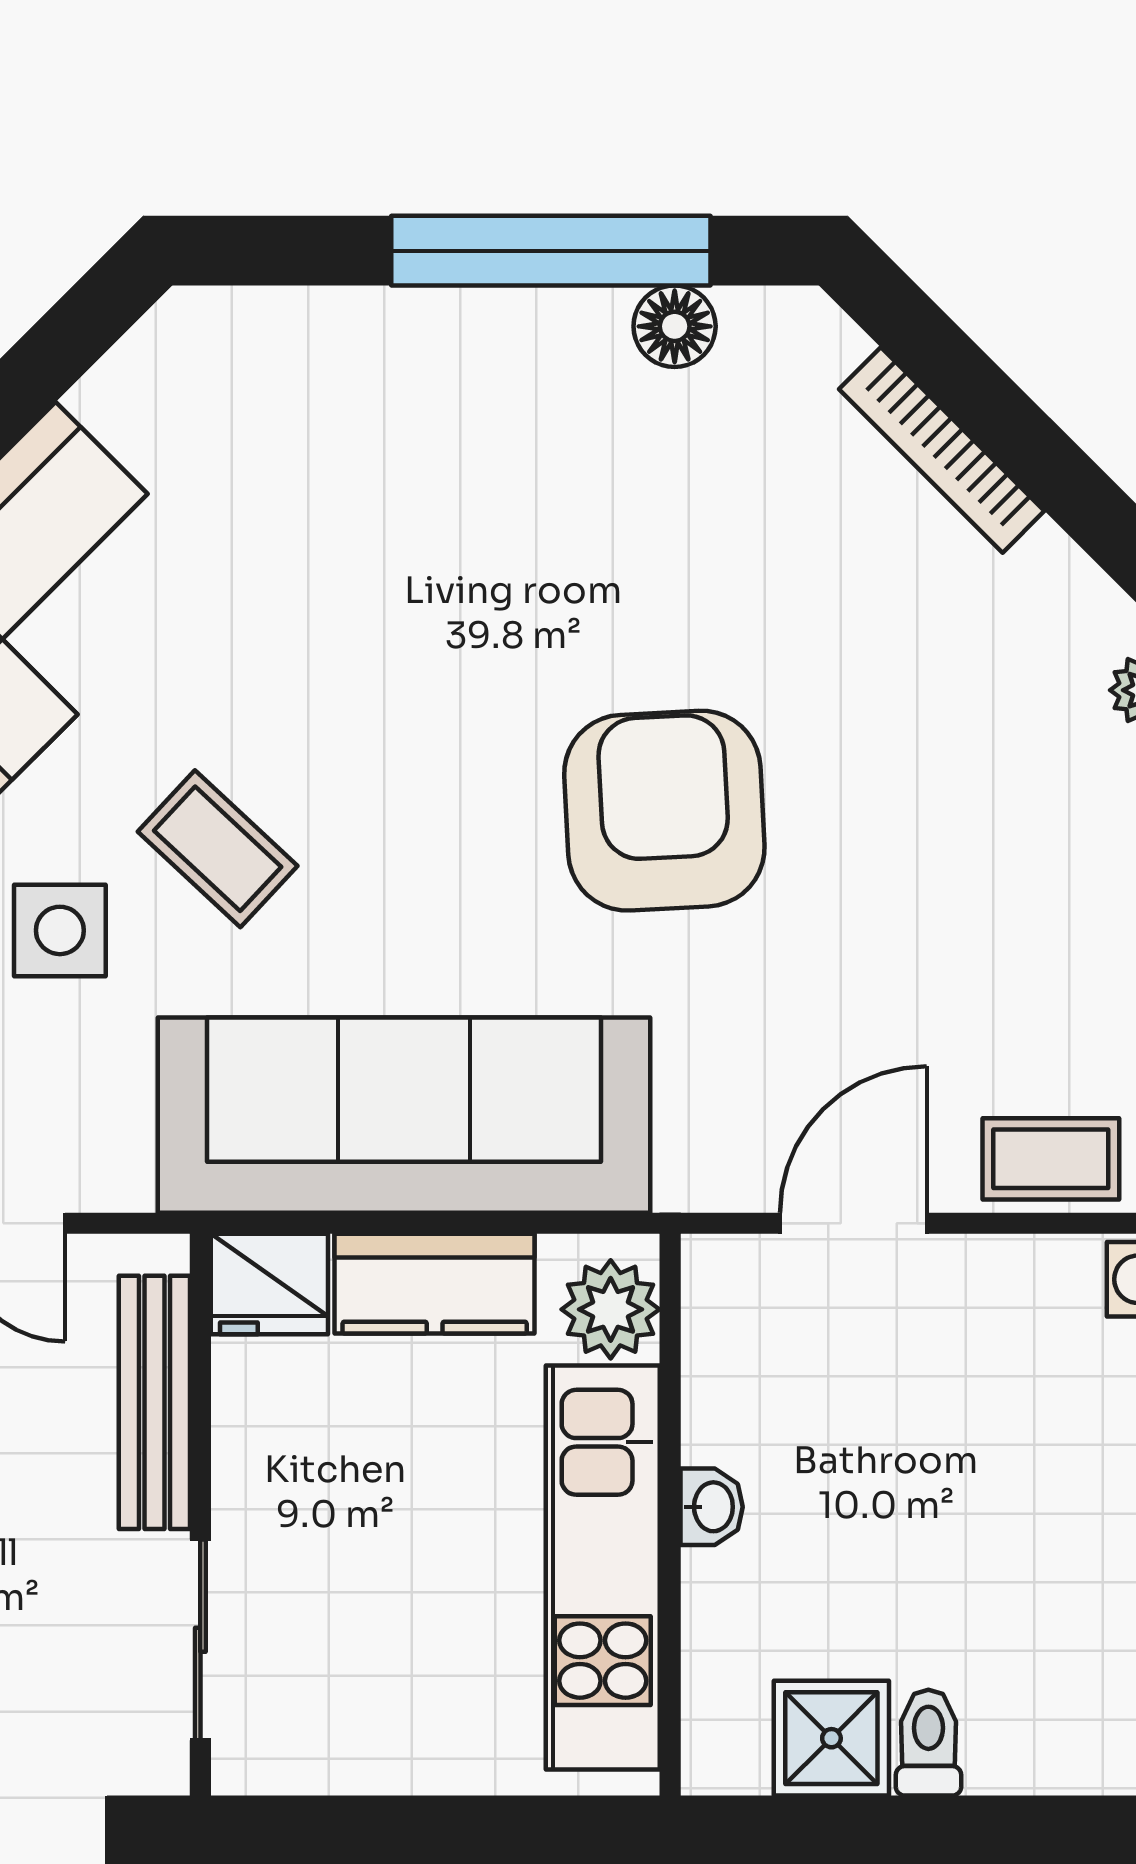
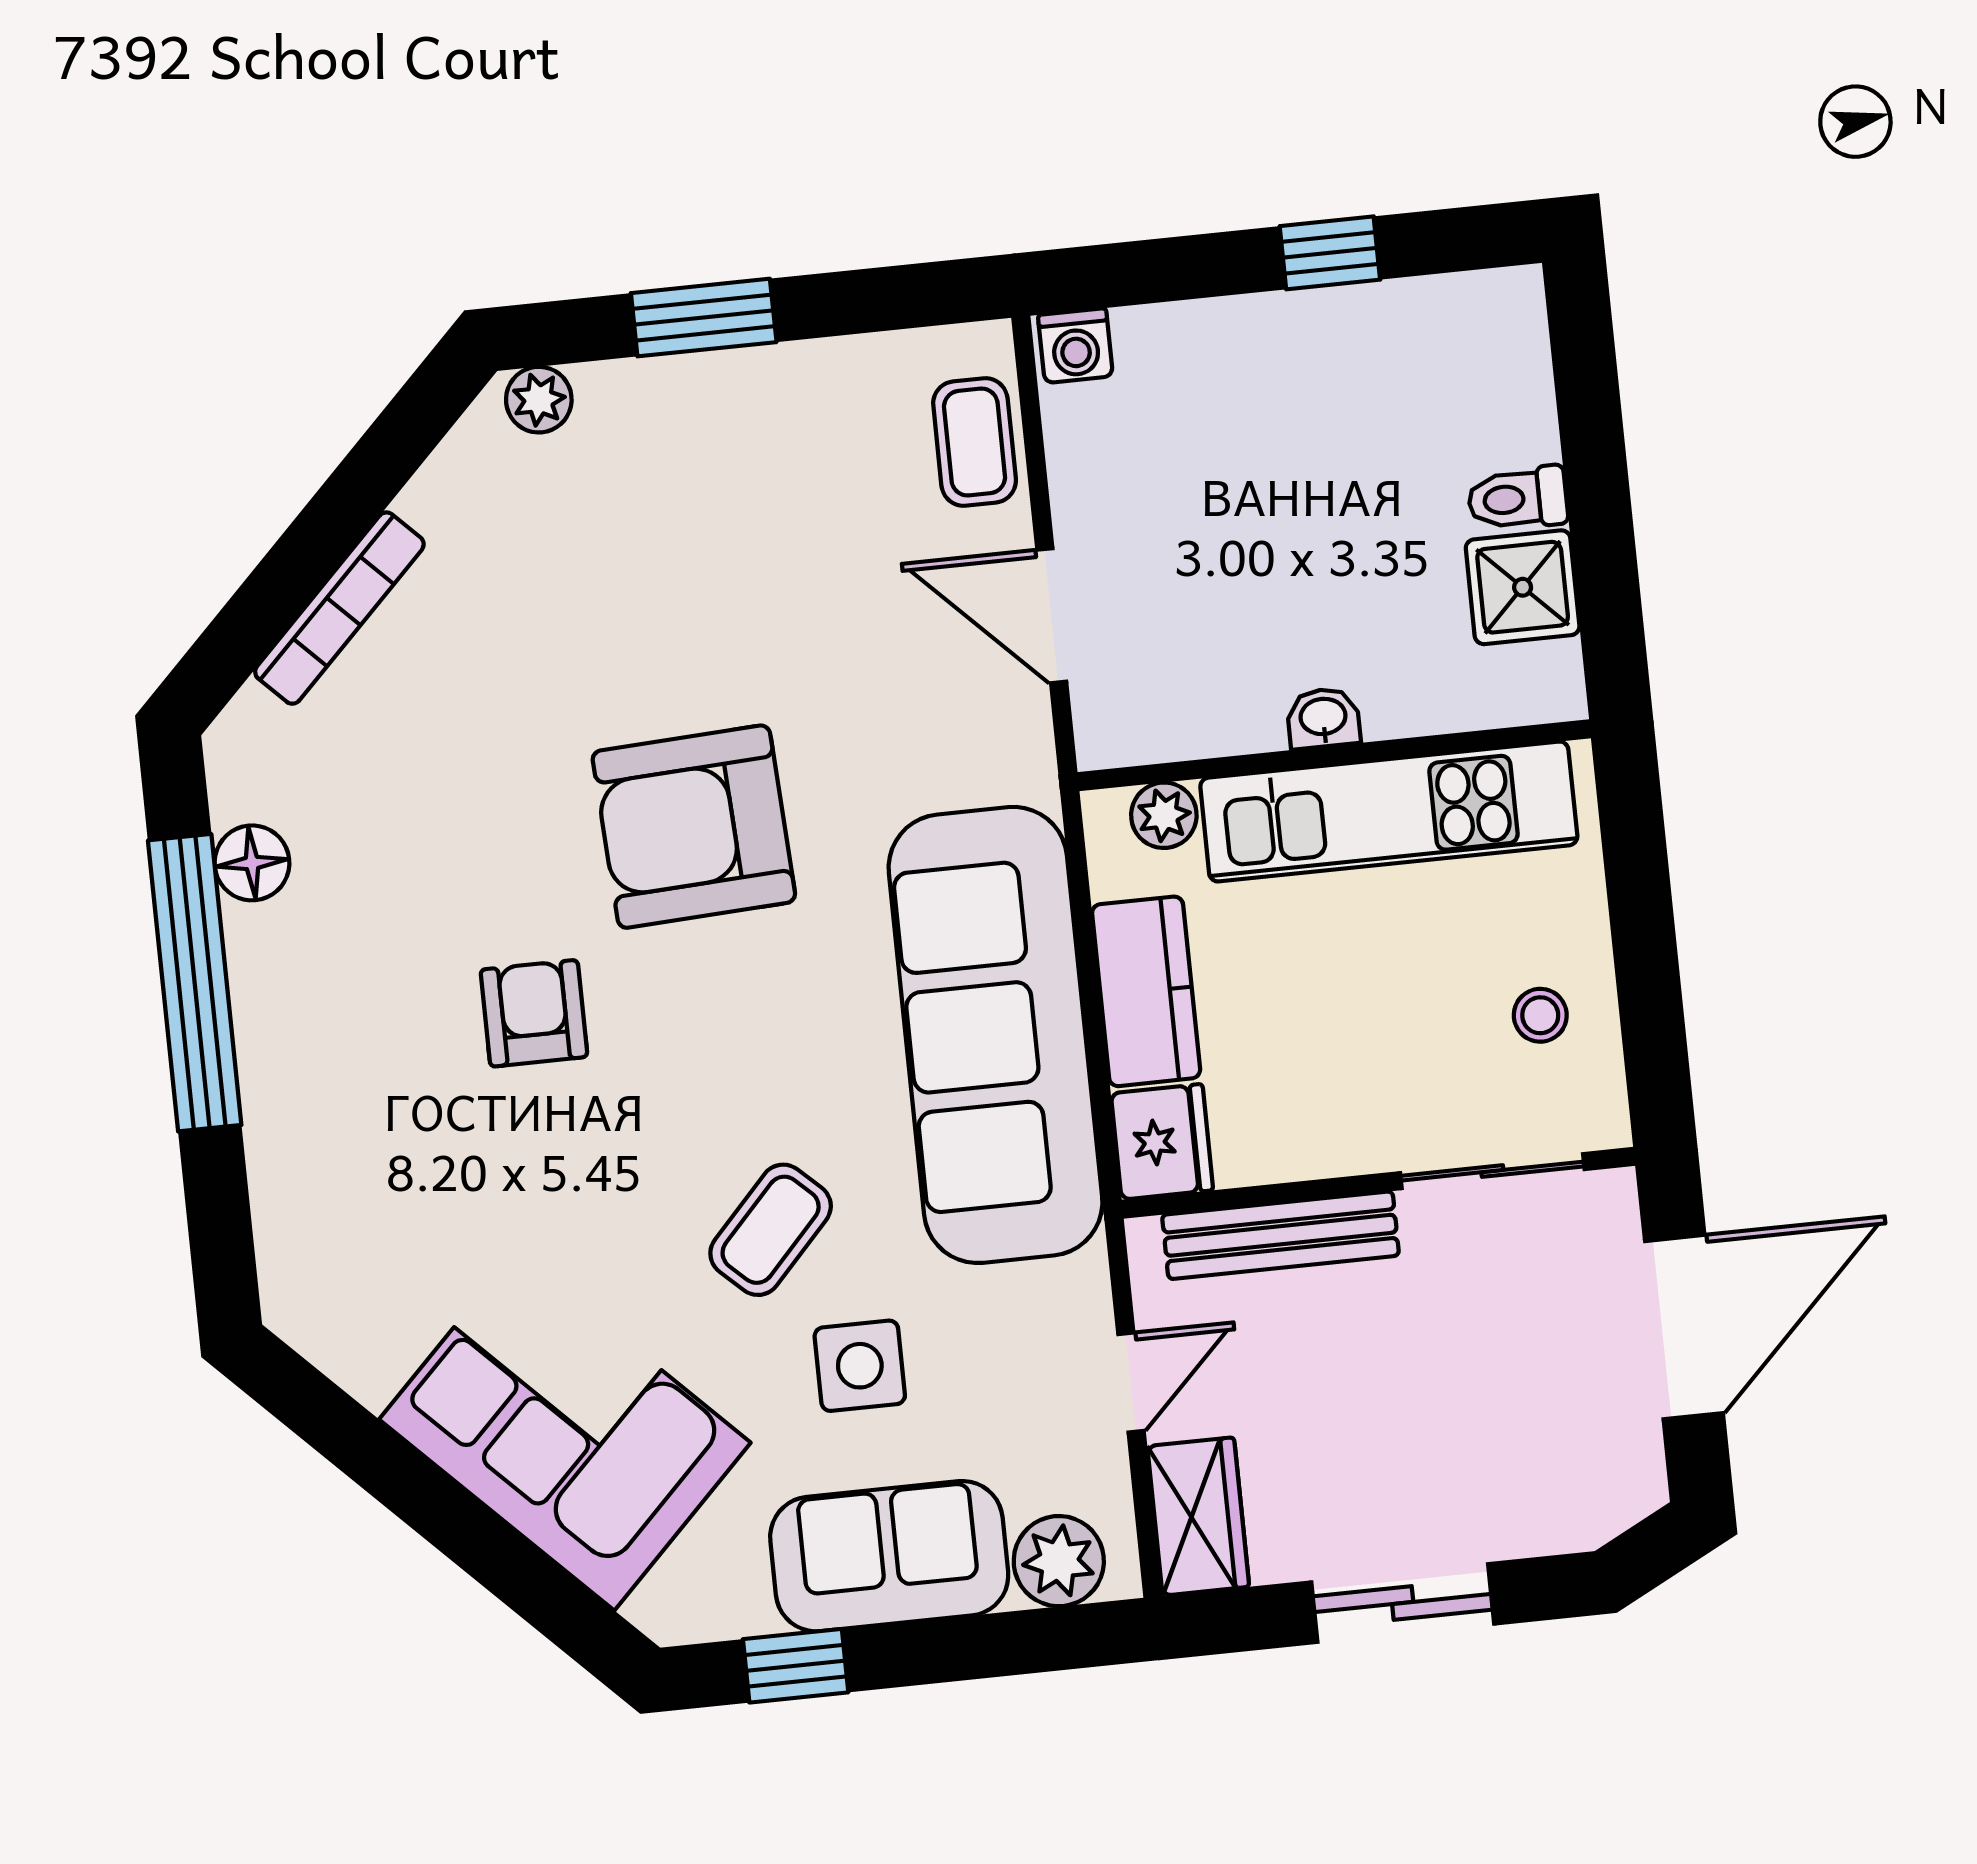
armchair: (479, 616) -> (534, 1013), added
plant: (611, 1309) -> (1164, 815), width x0.73, depth x0.73
stool: (364, 1709) -> (1540, 1015), added

